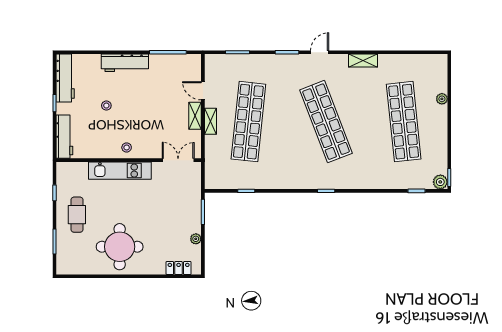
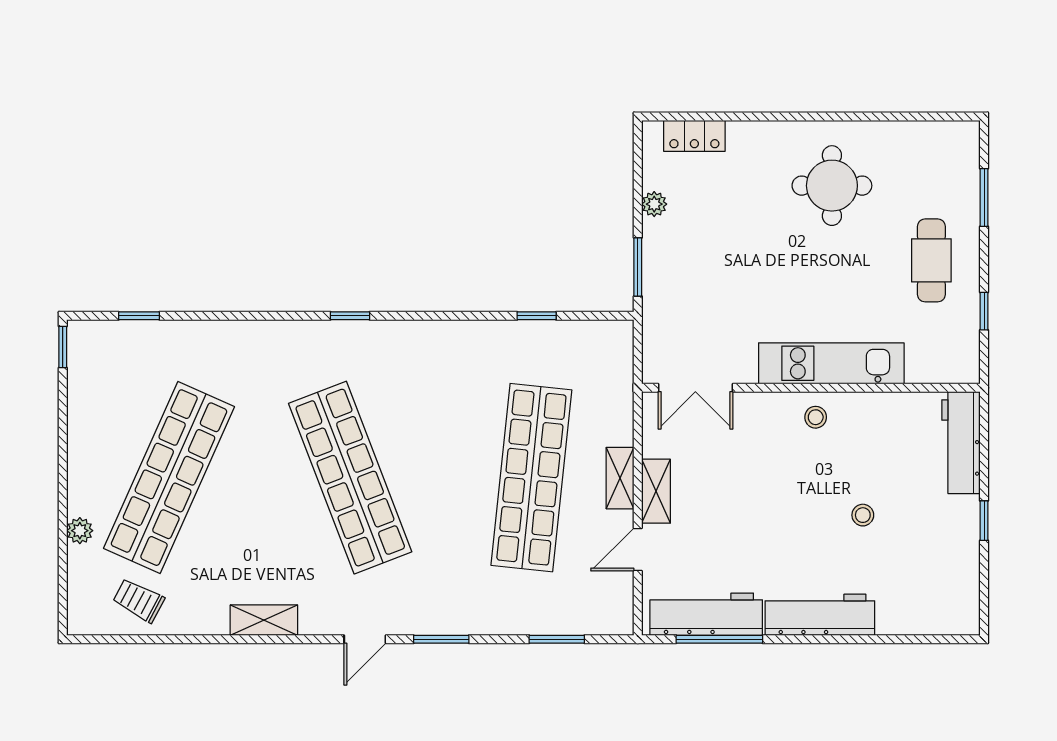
trolley: (417, 69) -> (139, 600), added
workbench: (65, 78) -> (706, 614), moved, turned 90
door: (203, 91) -> (638, 549), swing flipped
shop shelf: (404, 122) -> (169, 478), turned 30
plant: (440, 182) -> (84, 337), removed
round table: (120, 247) -> (832, 186), width x0.73, depth x0.73

